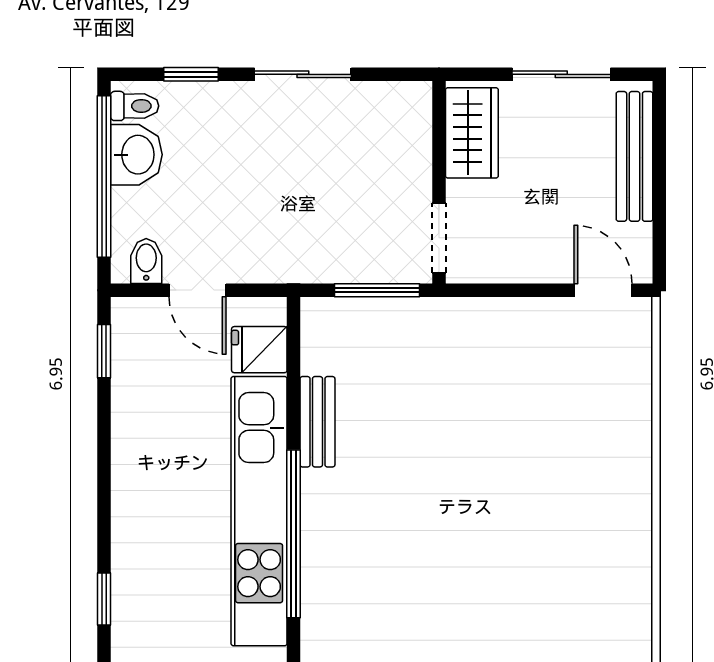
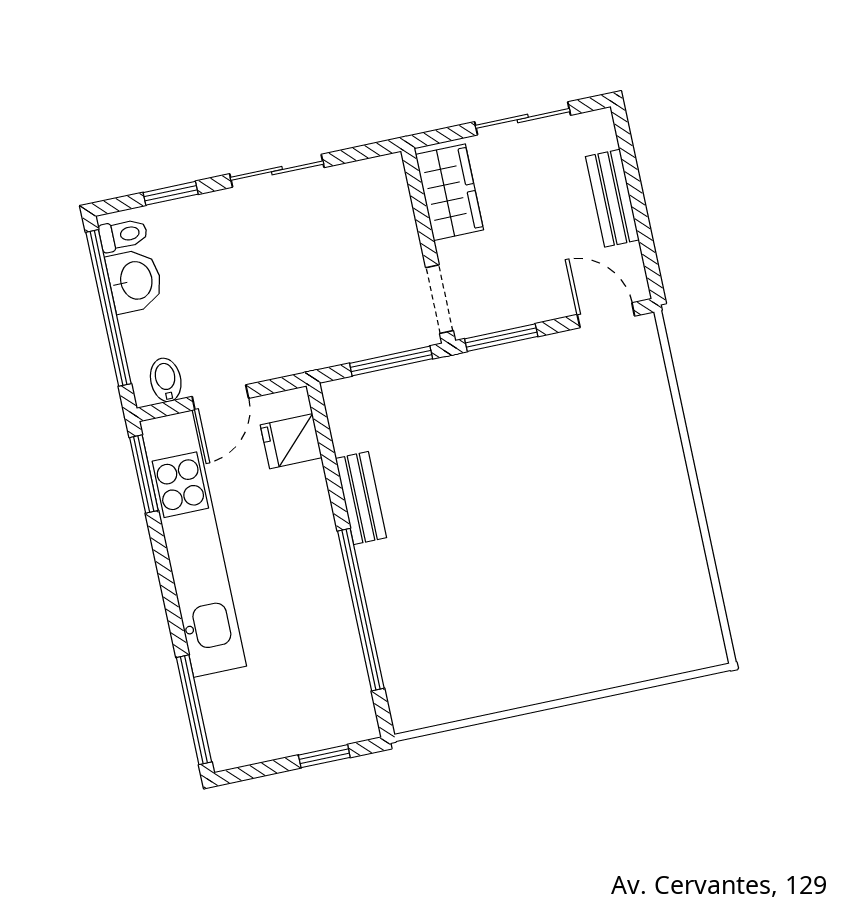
bench: (635, 156) -> (612, 198), width x0.73
door: (197, 290) -> (220, 397), hinge flipped
window: (493, 290) -> (501, 338), added
window: (104, 351) -> (144, 474), width x1.50
kitchen unit: (259, 511) -> (193, 544), moved, turned 180
window: (104, 599) -> (194, 710), width x2.17

